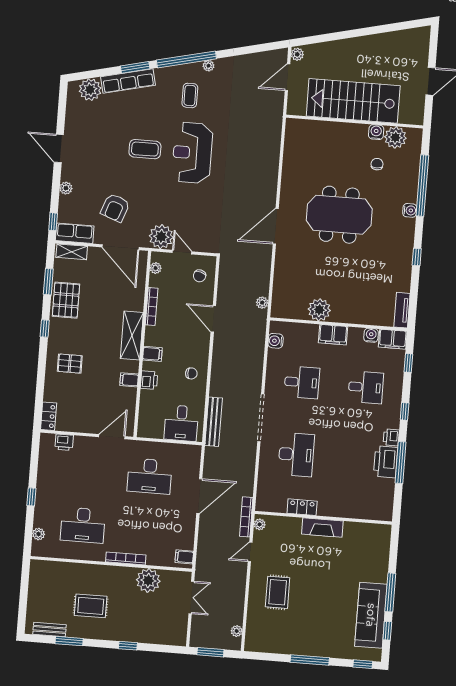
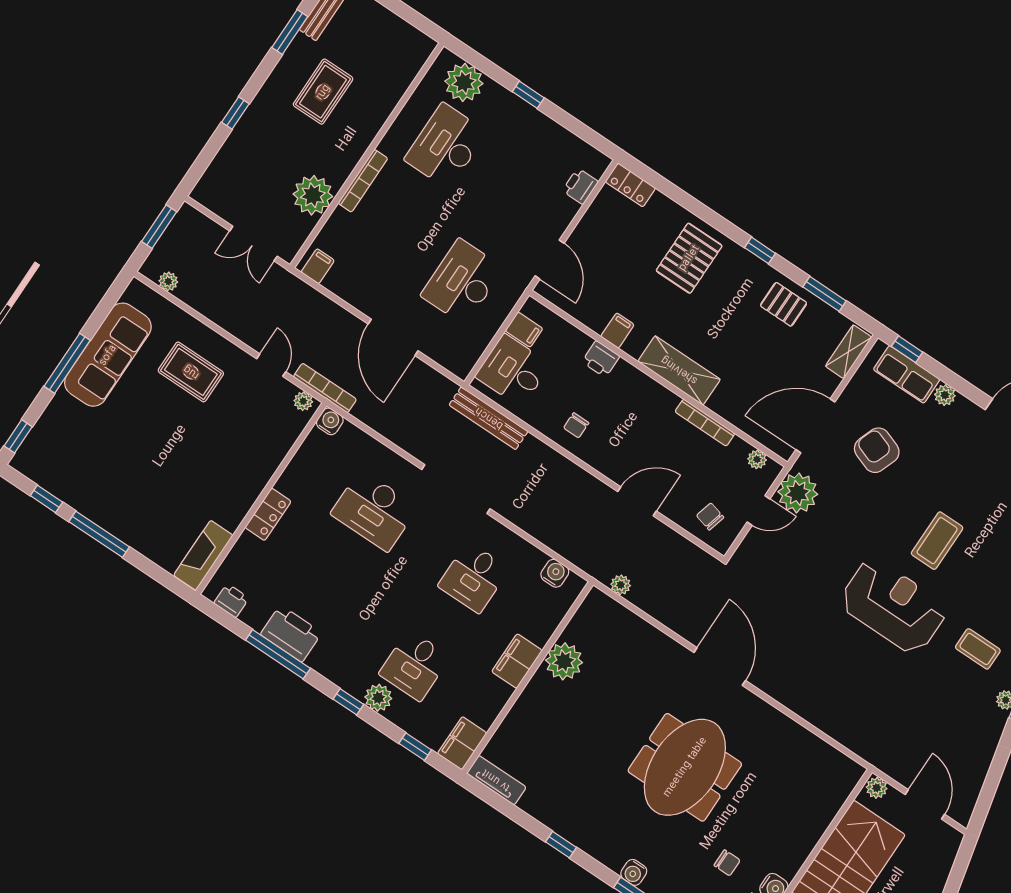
plant: (297, 54) -> (877, 788), moved
row of seats: (75, 233) -> (907, 374), moved, turned 90
pallet: (66, 300) -> (784, 304), width x0.67, depth x0.71
water cooler: (371, 335) -> (330, 421), moved, turned -90
filing cabinet: (152, 354) -> (524, 330), moved, turned -90
pallet: (70, 364) -> (689, 258), width x1.50, depth x1.42
plant: (394, 397) -> (378, 698), added
printer: (391, 437) -> (231, 601), moved
locker: (302, 507) -> (268, 514), moved
fireplace: (322, 528) -> (203, 555), moved
plant: (39, 534) -> (464, 82), width x1.87, depth x1.87
sofa: (371, 615) -> (108, 355), moved, turned 90

